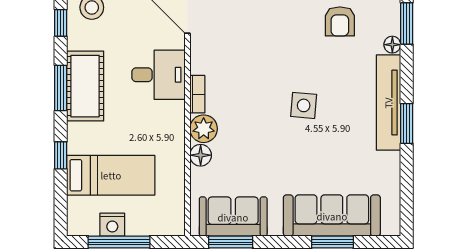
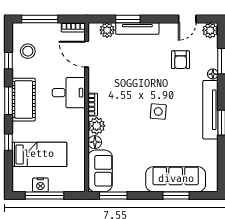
sofa: (233, 217) -> (100, 171), moved, turned 90

